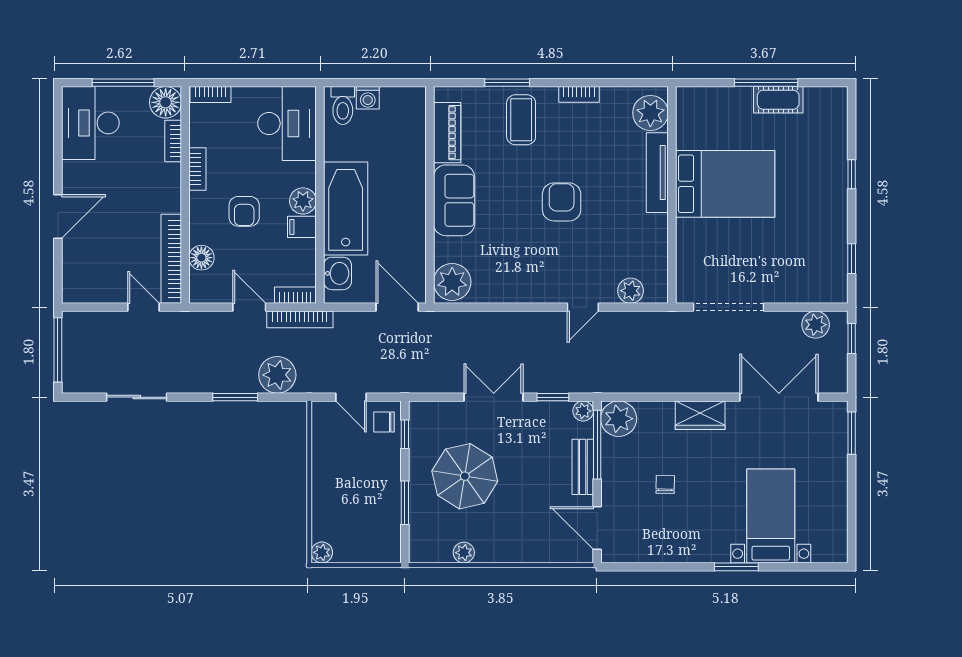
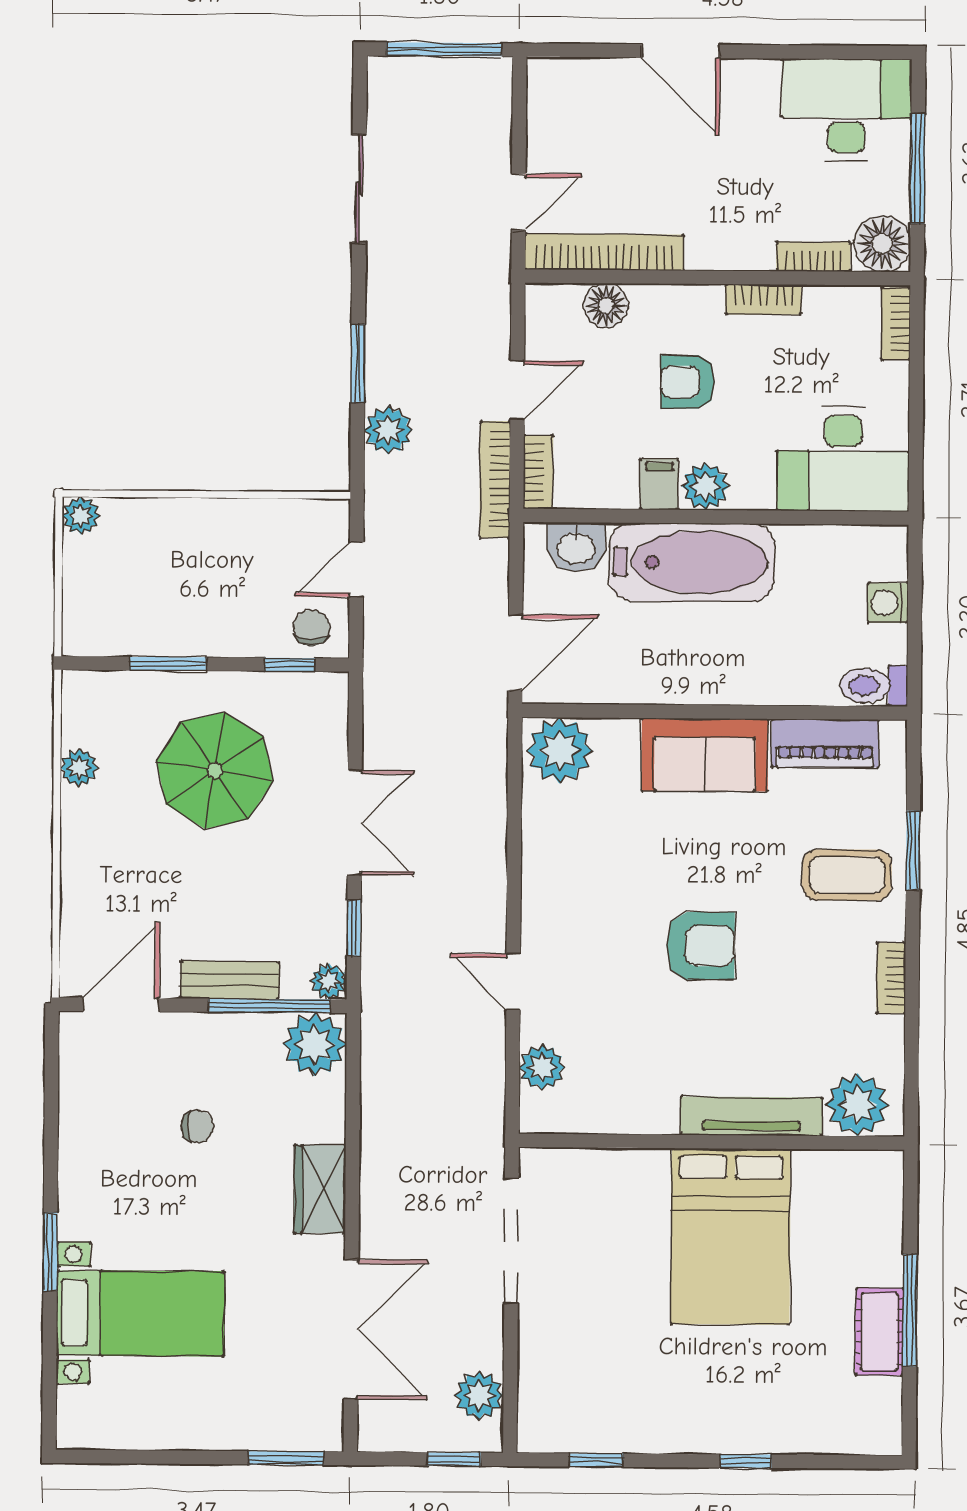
toilet: (343, 105) -> (874, 686), moved
plant: (277, 375) -> (388, 430), width x0.73, depth x0.73

